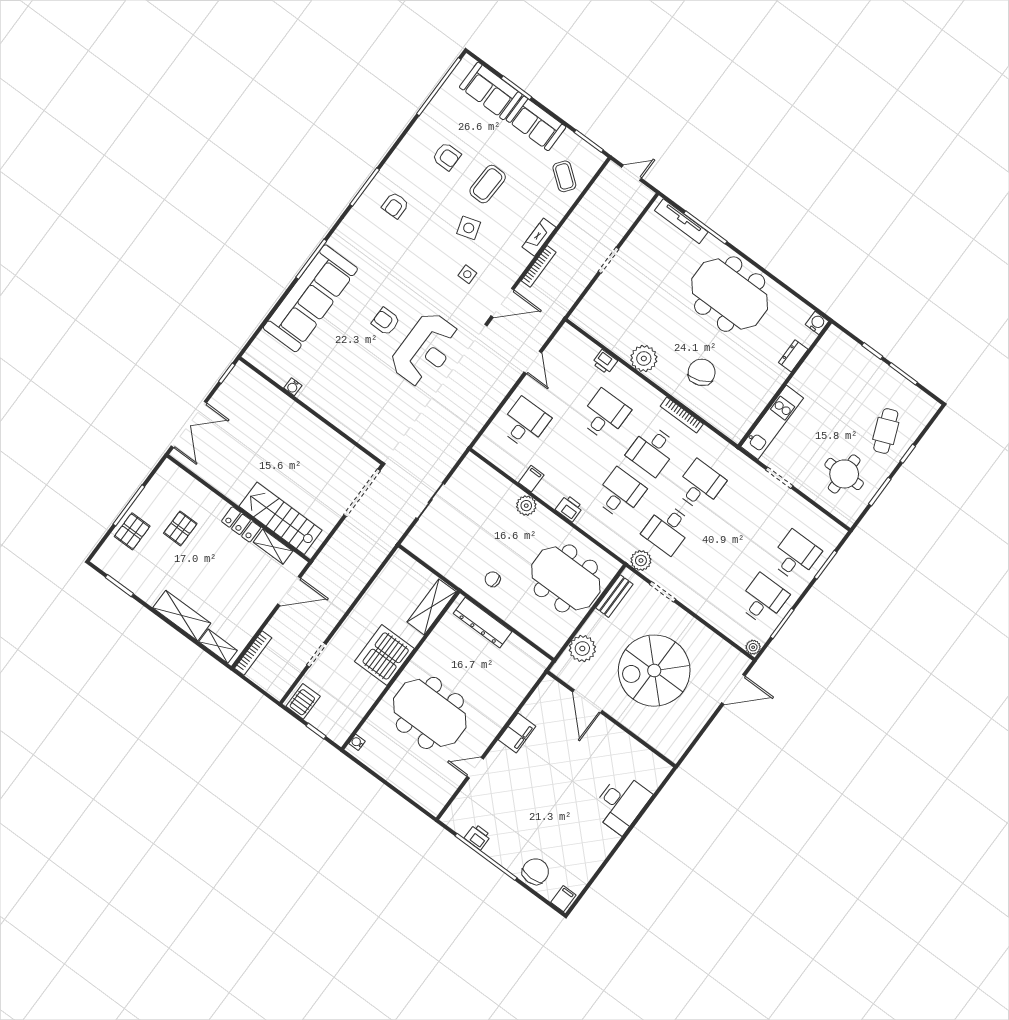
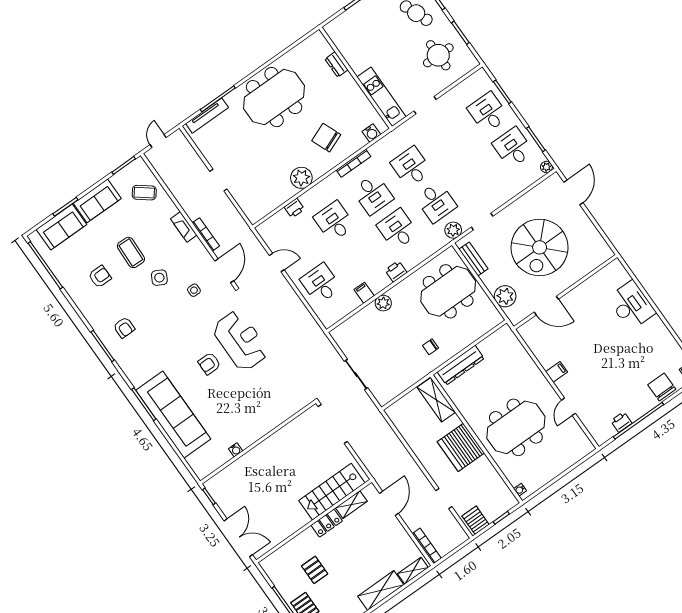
side table: (469, 228) -> (159, 278), turned 45
water cooler: (817, 323) -> (371, 133), moved, turned 180
filing cabinet: (517, 733) -> (556, 372), width x0.50

